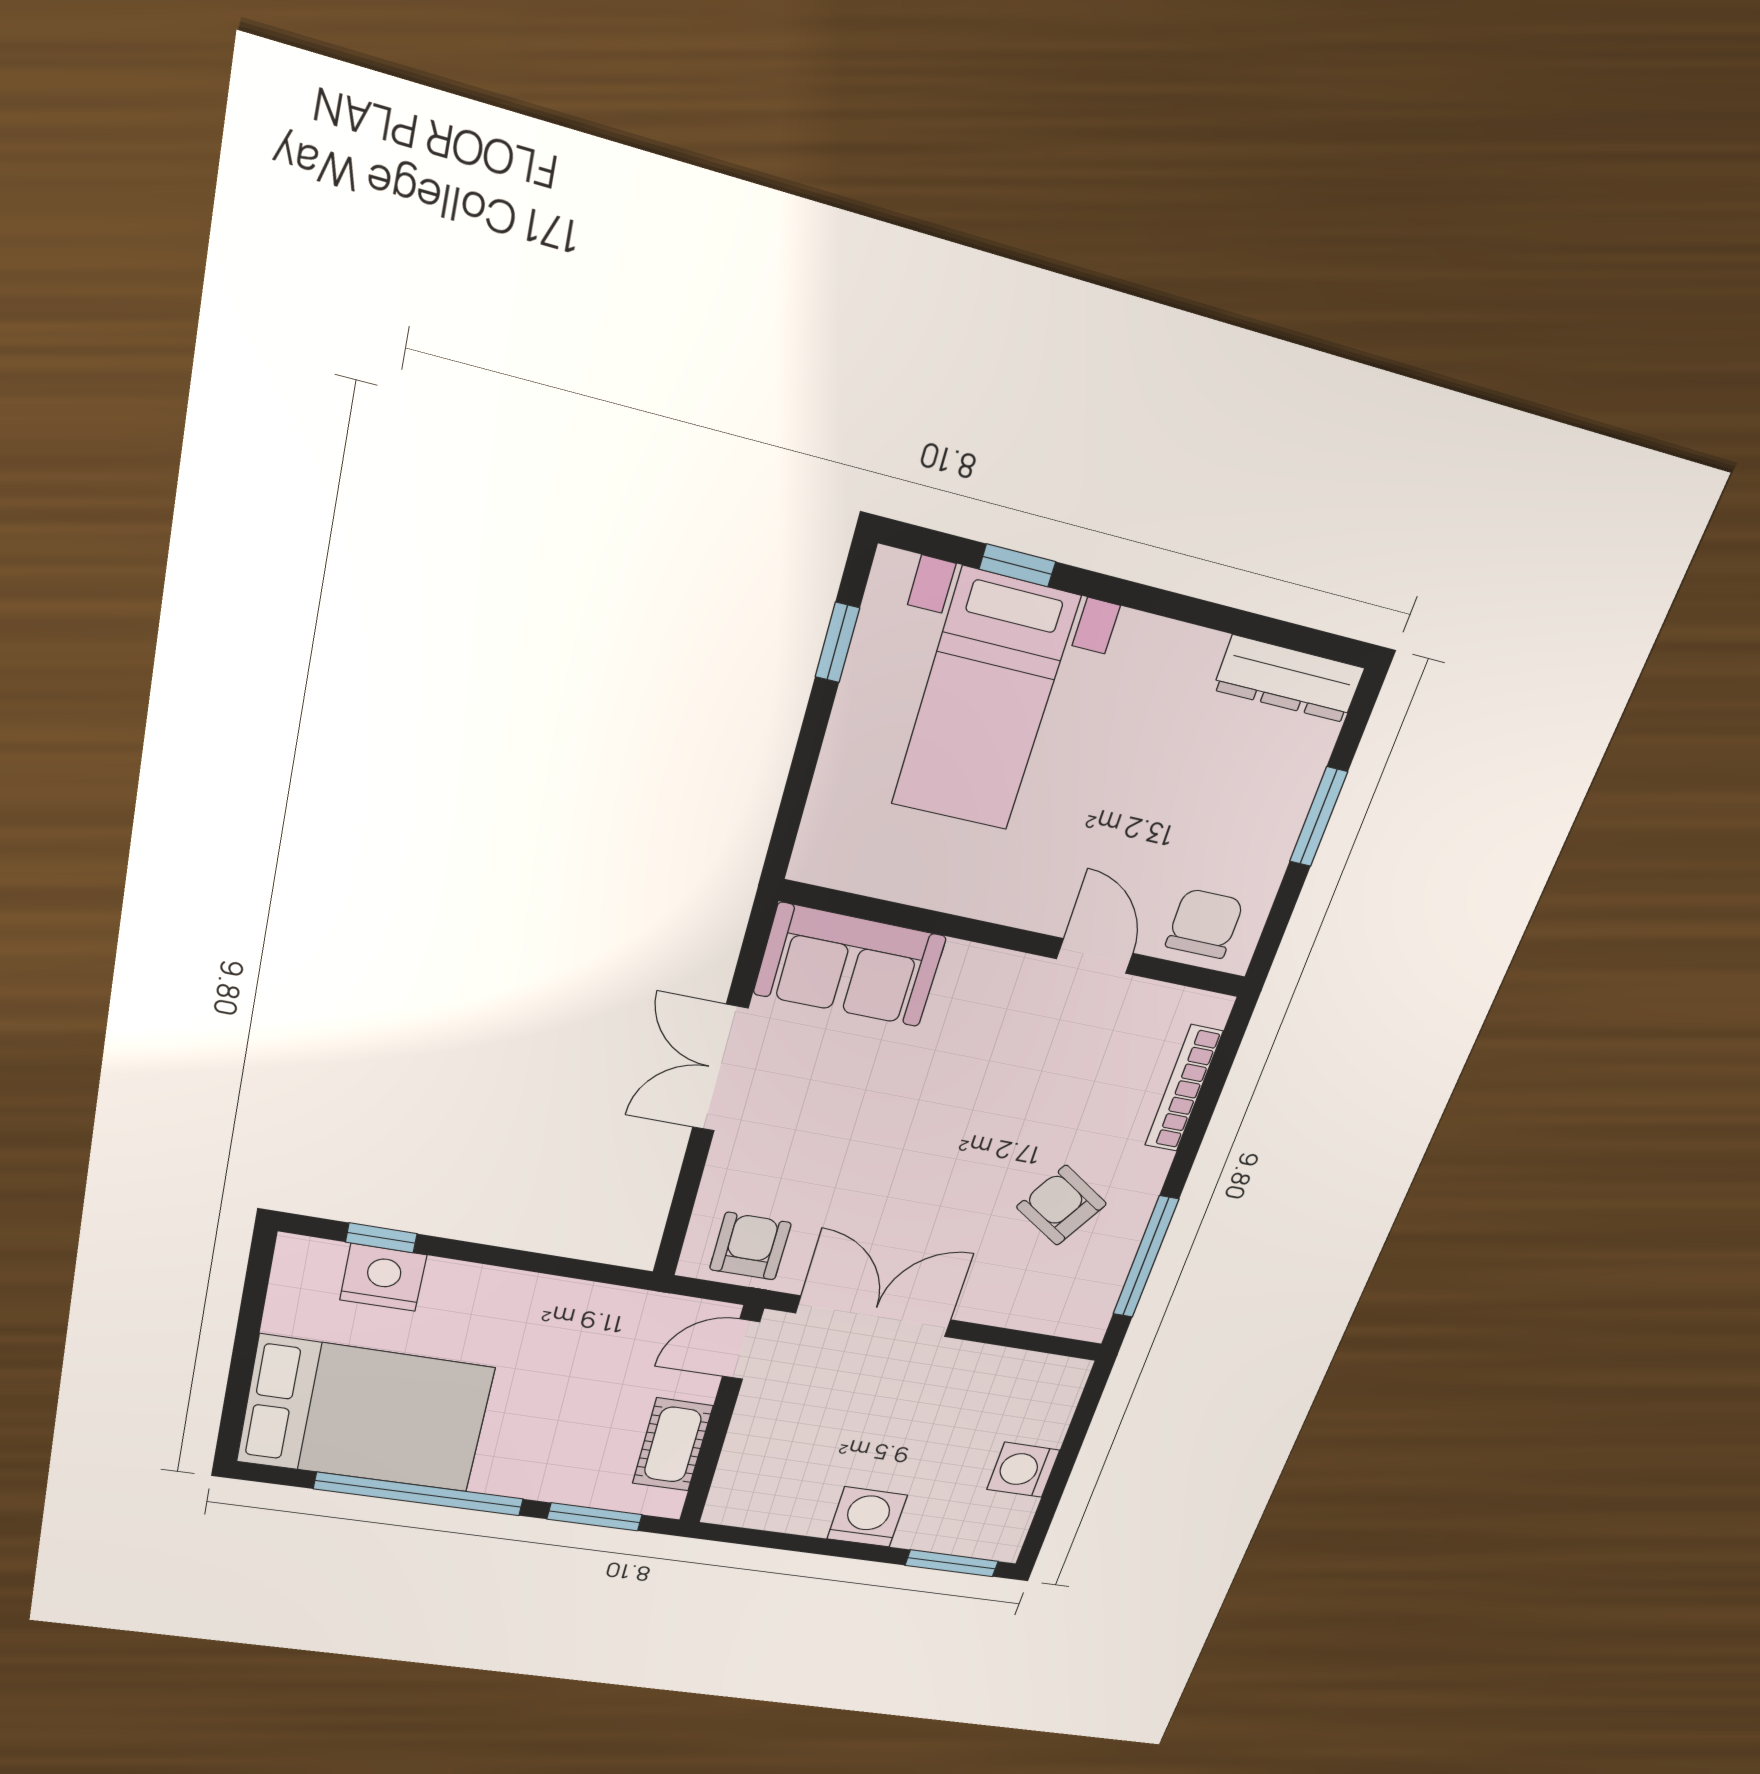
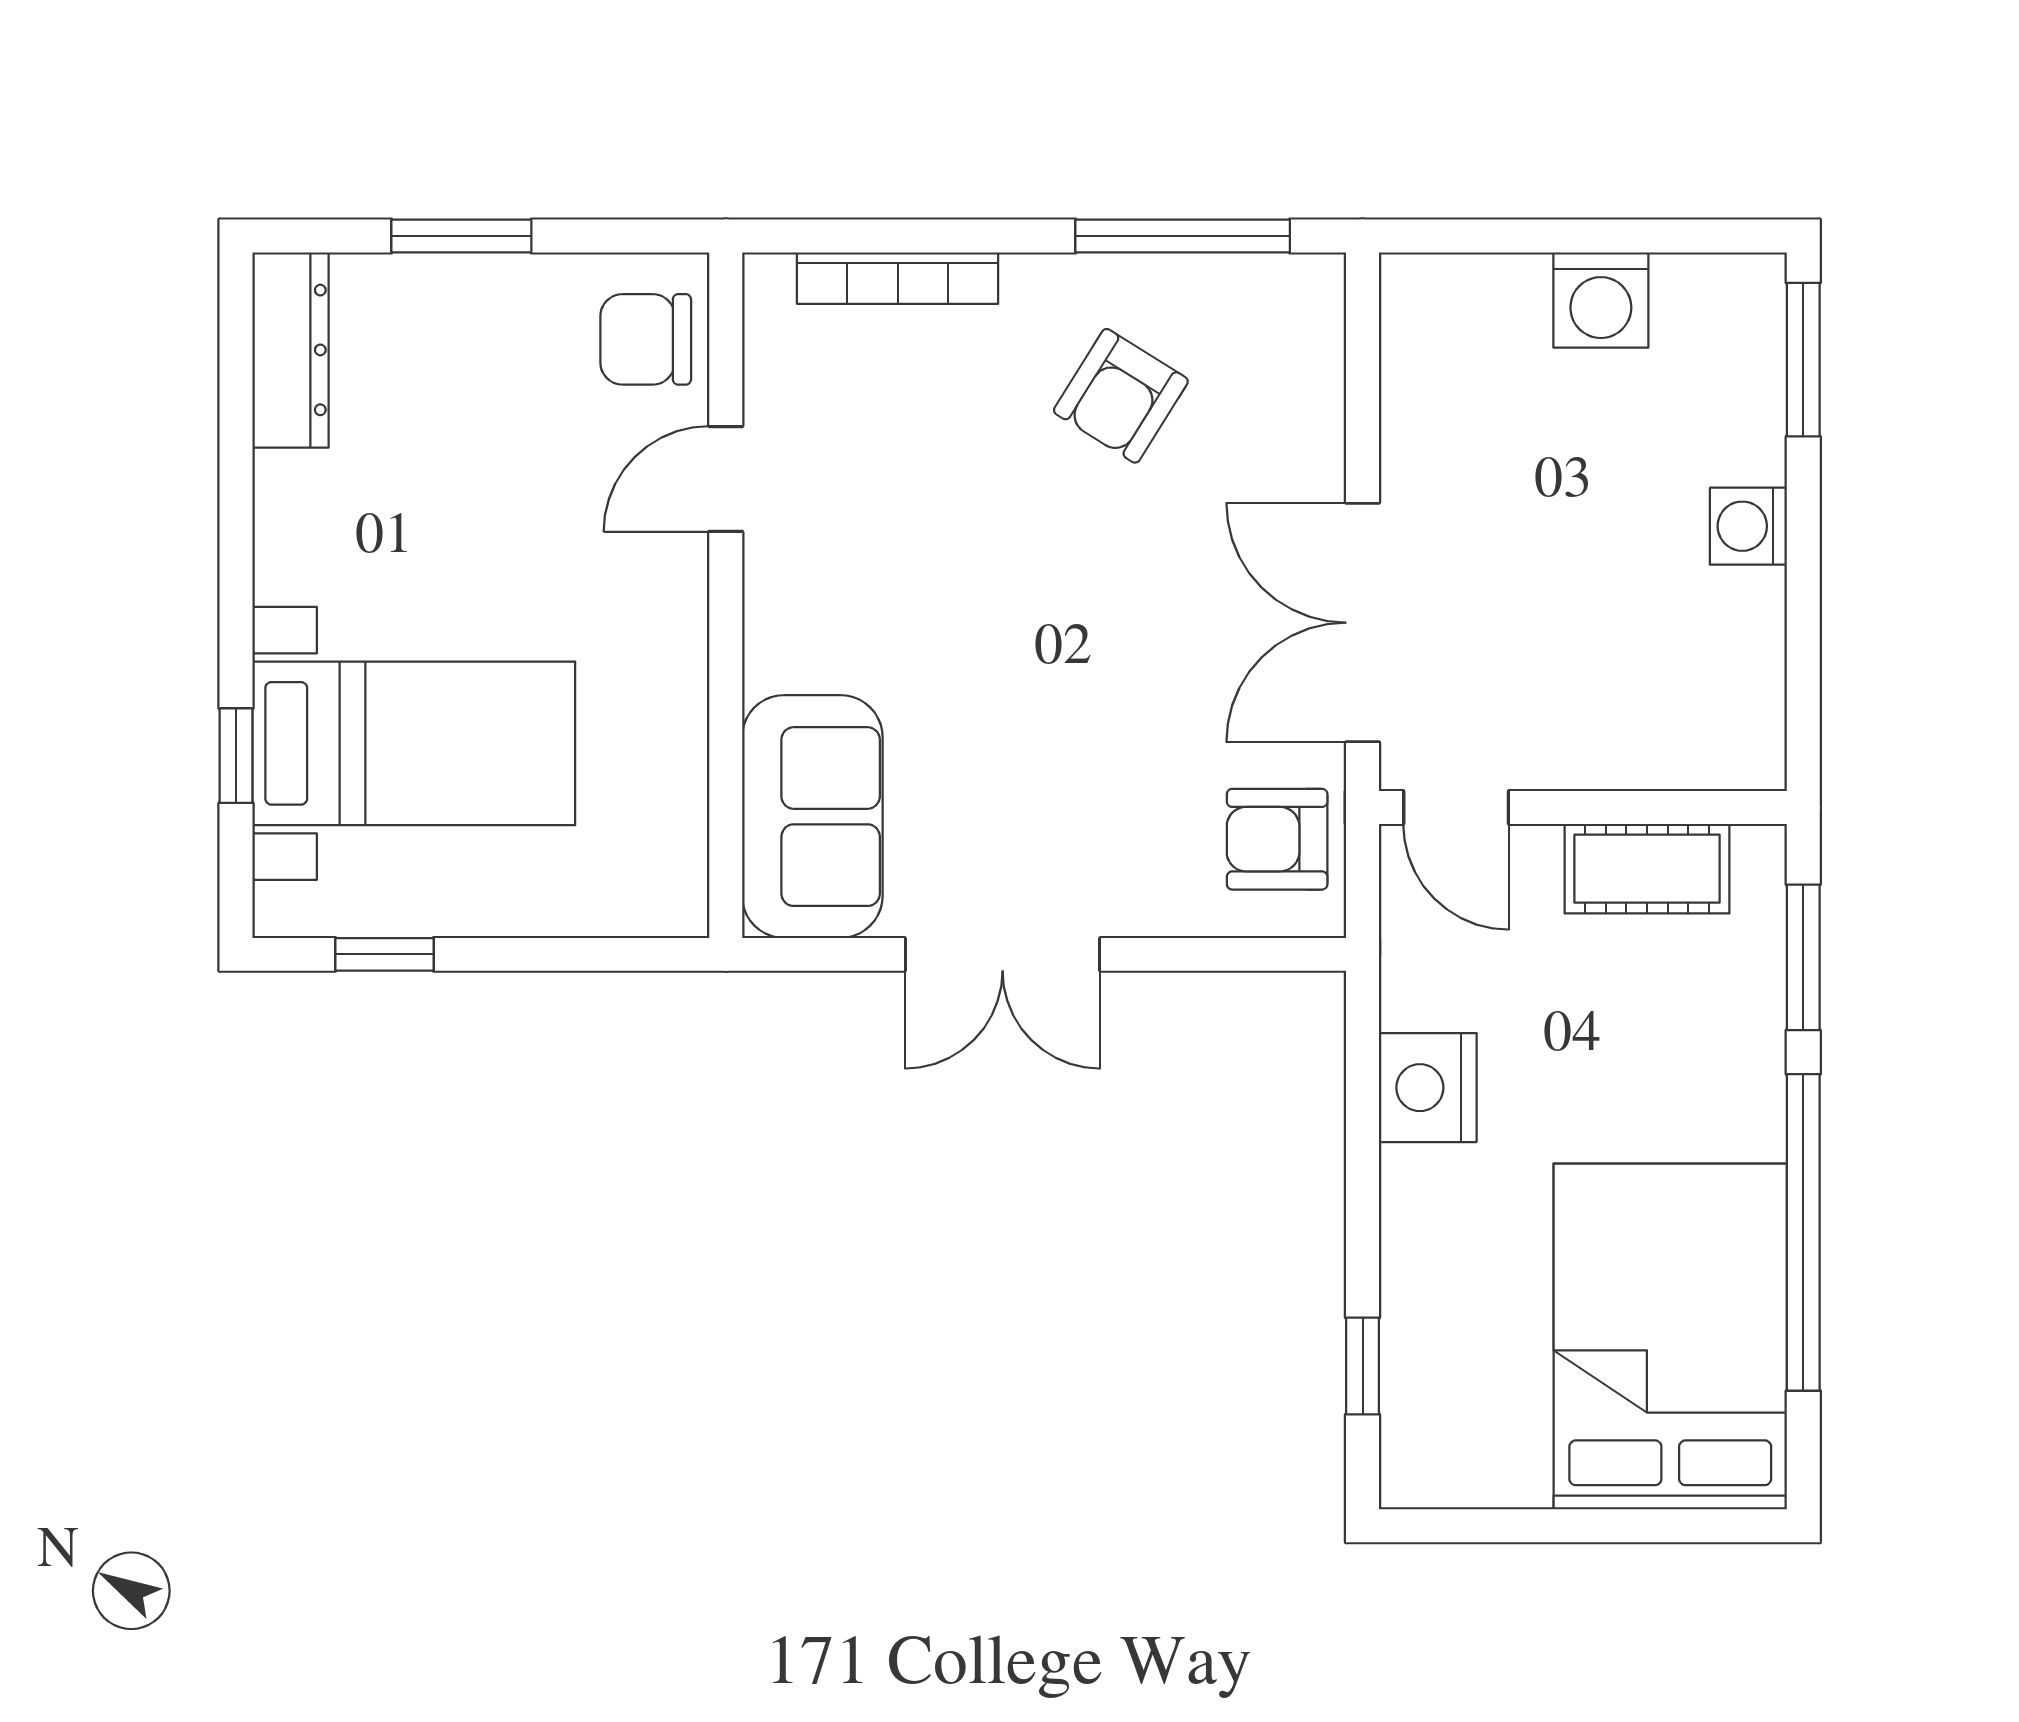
nightstand: (383, 1277) -> (1428, 1088), moved
washing machine: (867, 1517) -> (1748, 526), width x0.73, depth x0.73

